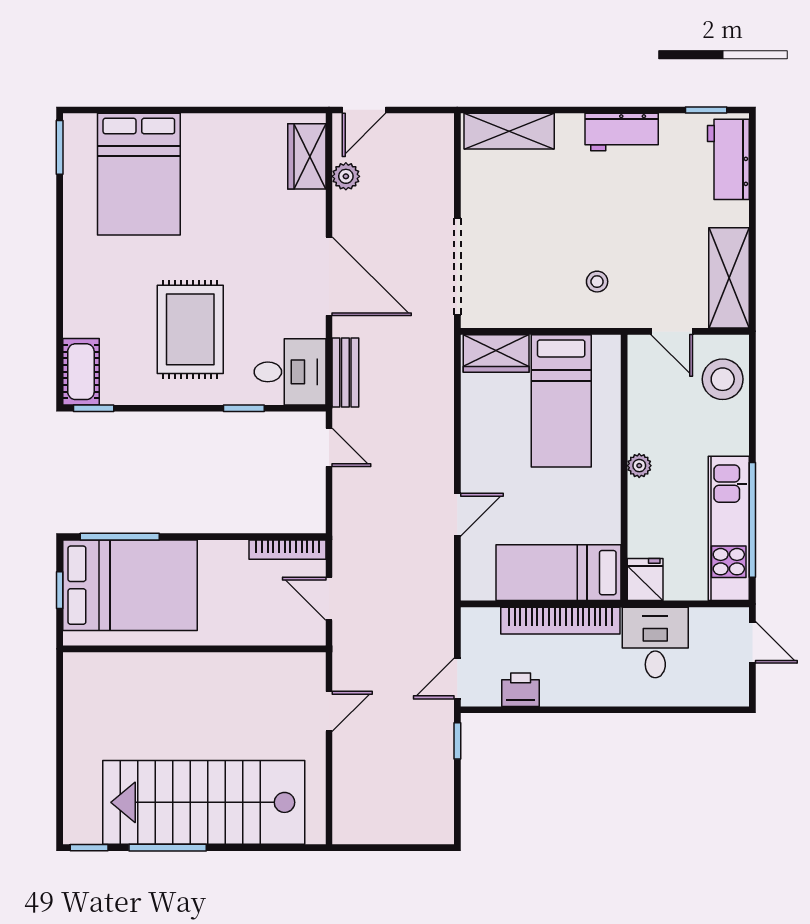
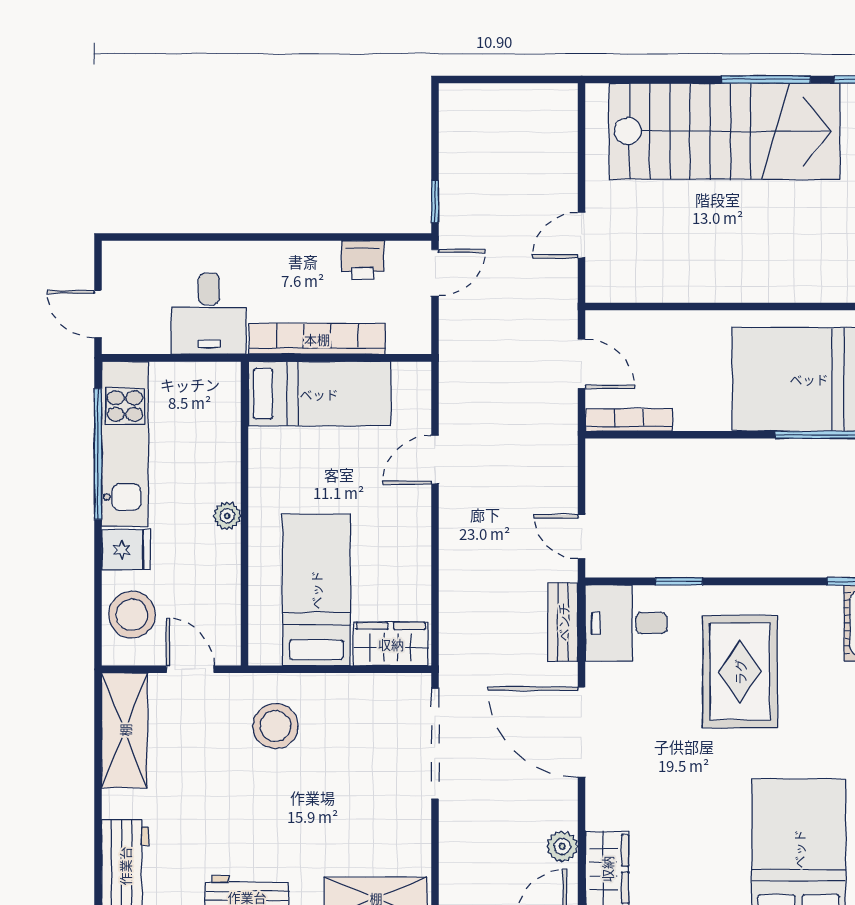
stool: (597, 282) -> (275, 726), width x1.89, depth x1.89
fridge: (645, 580) -> (126, 550), moved, turned -90

